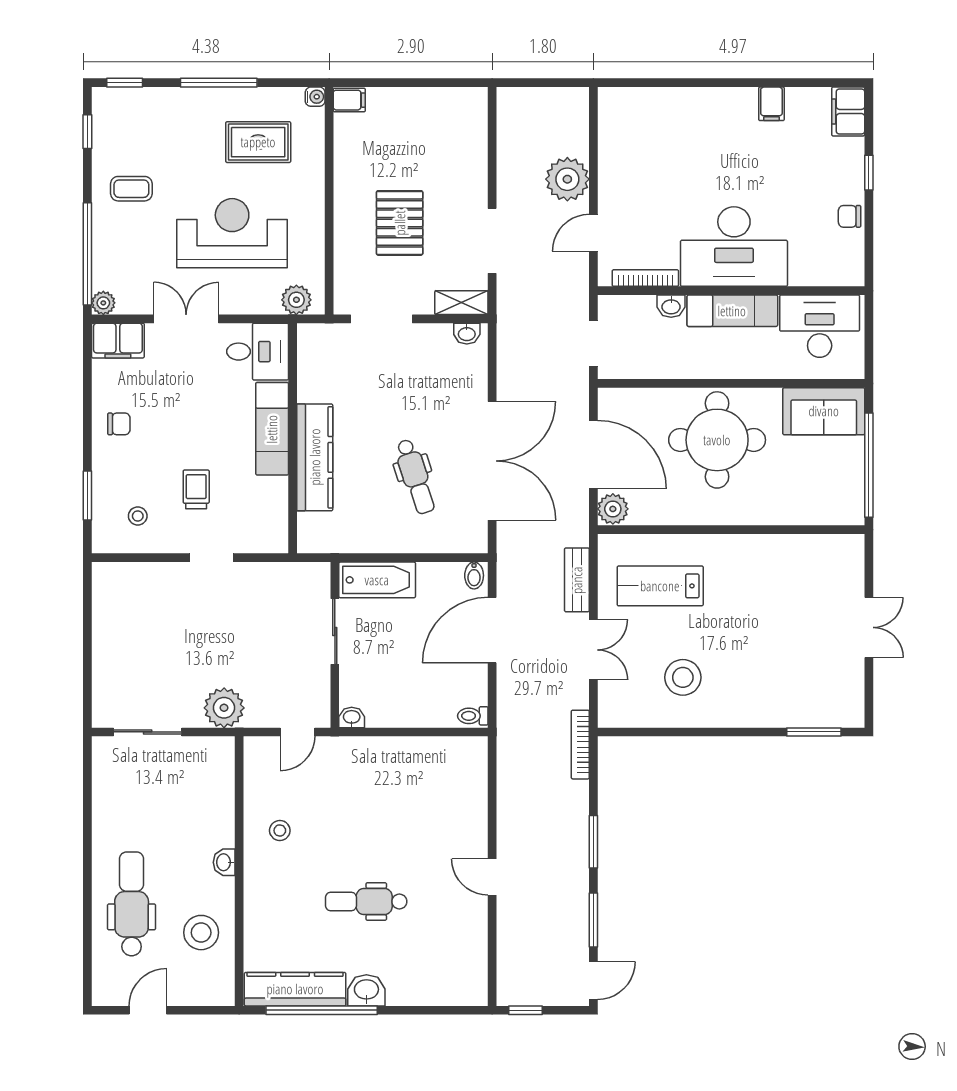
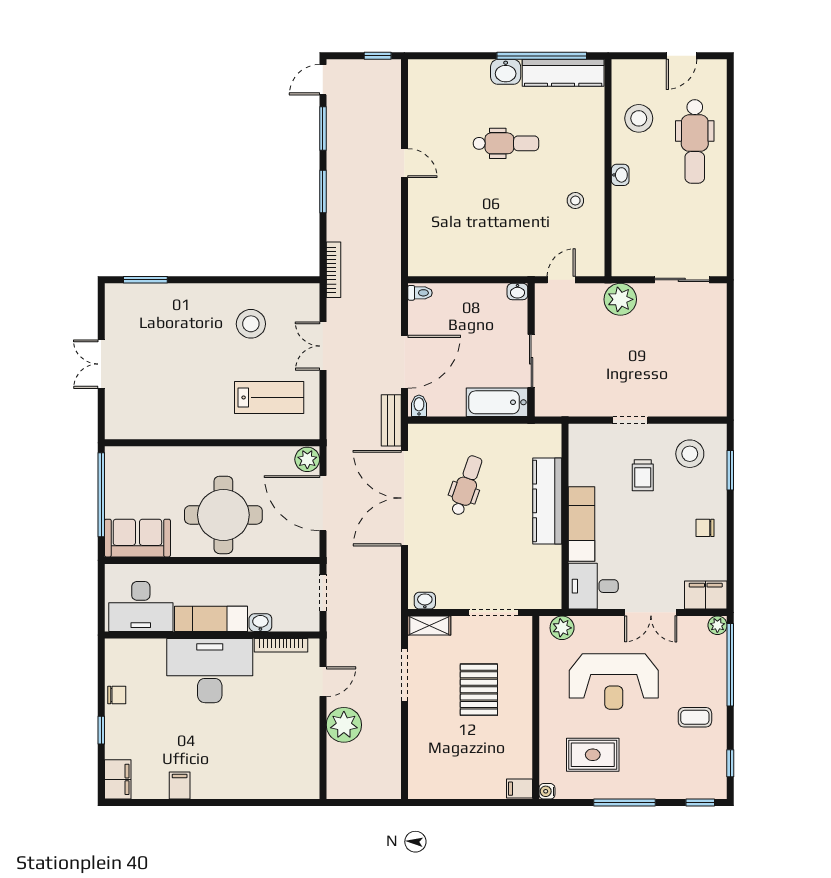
dental chair: (415, 477) -> (466, 485), turned 37
stool: (138, 516) -> (690, 454), width x1.89, depth x1.89
bench: (577, 580) -> (391, 420), moved

